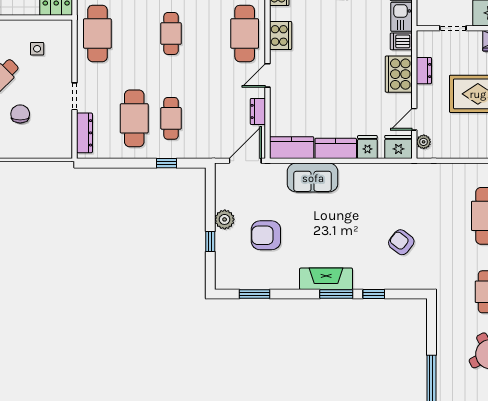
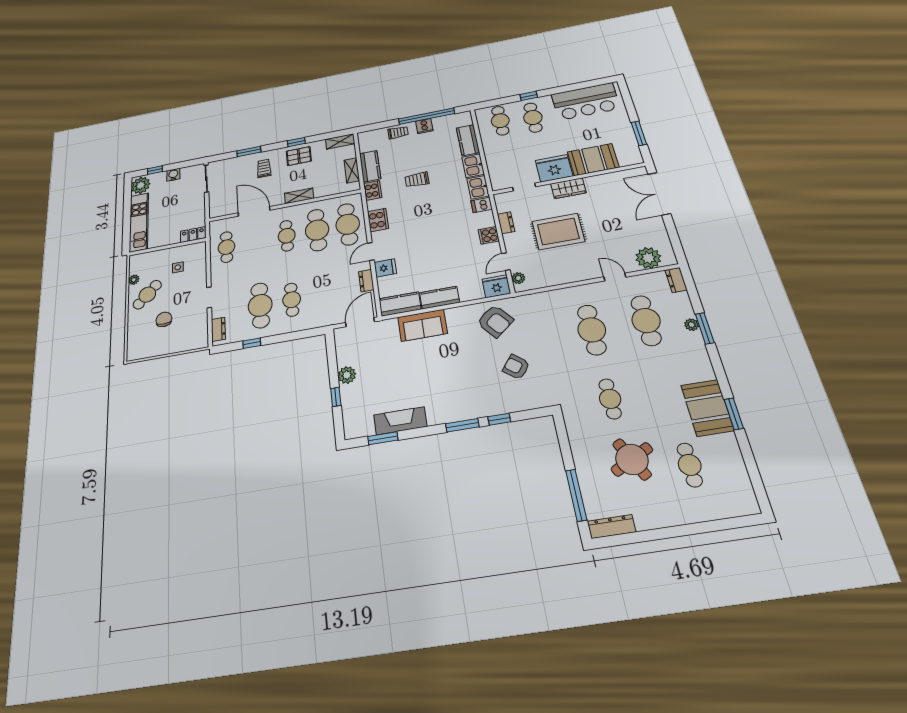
cafe table: (97, 33) -> (227, 247), width x0.73, depth x0.74
cafe table: (208, 33) -> (317, 230), added
cooker: (399, 74) -> (489, 235), width x0.53, depth x0.76
dresser: (85, 133) -> (218, 329), width x0.70
fridge: (367, 147) -> (385, 268), moved, turned 90
window: (167, 163) -> (252, 343), moved
armchair: (266, 235) -> (495, 321), moved, turned -129
fireplace: (326, 279) -> (400, 421), moved

